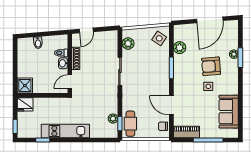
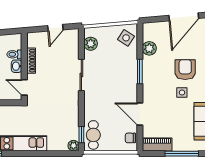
door: (86, 30) -> (55, 28), moved
armchair: (211, 66) -> (185, 70), turned 94
door: (70, 82) -> (24, 87), hinge flipped
plant: (113, 119) -> (73, 146), moved

